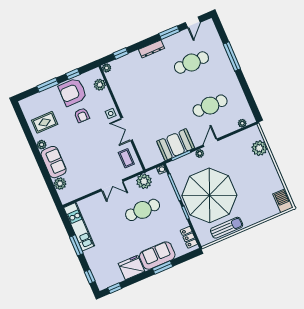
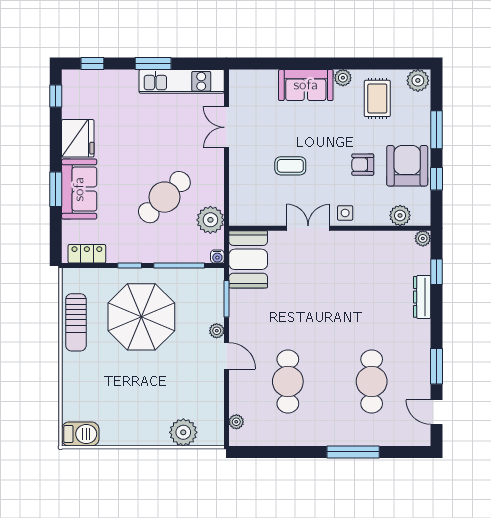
dresser: (152, 49) -> (422, 297), moved
booth: (176, 145) -> (248, 259), moved
coffee table: (126, 158) -> (290, 166), moved
plant: (60, 184) -> (418, 80), moved
double door: (112, 185) -> (227, 127), moved
parasol: (209, 195) -> (141, 317), width x0.73, depth x0.73
cafe table: (143, 210) -> (164, 197), turned 45

